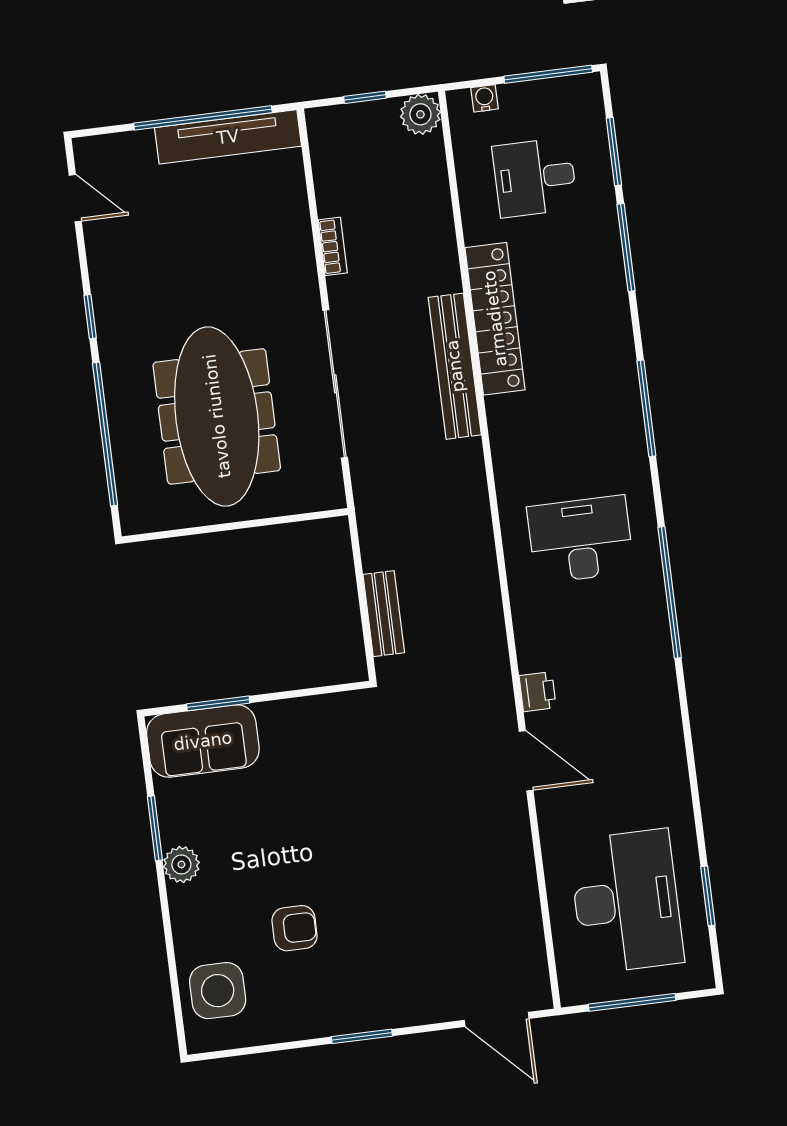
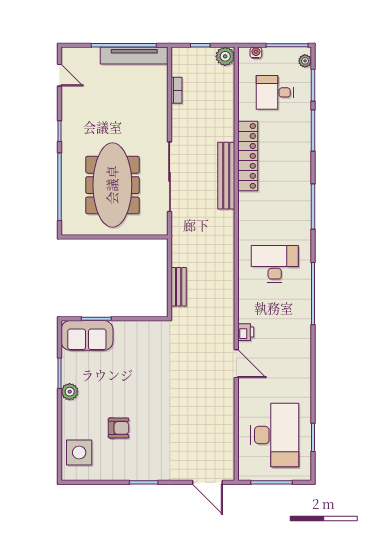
plant: (590, 103) -> (305, 61), added
bookcase: (333, 246) -> (177, 90), moved

